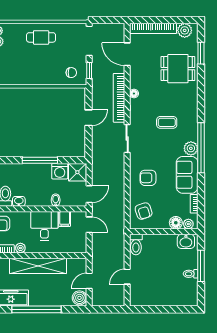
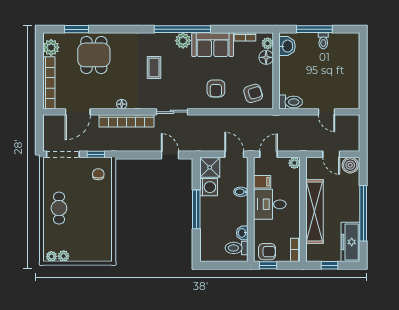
door: (88, 118) -> (170, 155), moved
plant: (20, 248) -> (294, 163), moved

